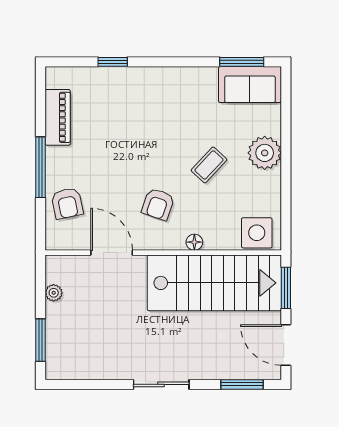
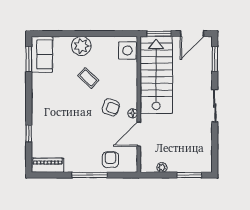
piano: (58, 117) -> (48, 165), moved
armchair: (67, 203) -> (110, 160), turned -78
floor lamp: (194, 242) -> (133, 113), moved

